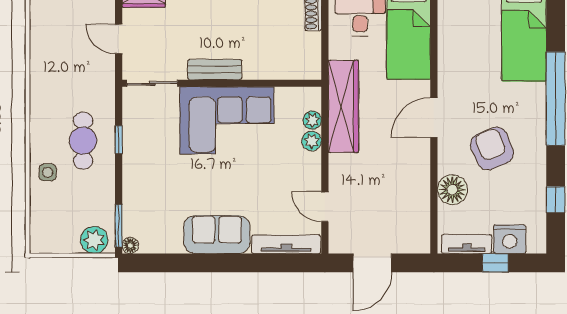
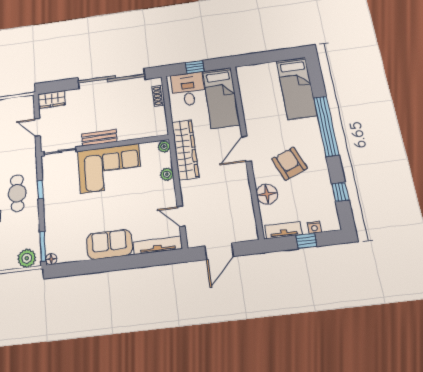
plant: (312, 120) -> (164, 147), moved
nightstand: (510, 239) -> (314, 227), width x0.53, depth x0.56

